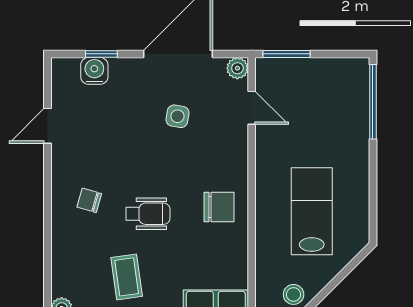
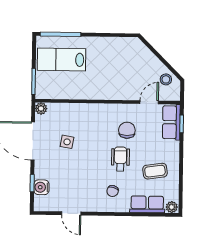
door: (252, 108) -> (149, 102), moved
chair: (219, 207) -> (127, 130), moved
lab bench: (312, 211) -> (61, 60), moved
row of seats: (66, 264) -> (147, 204), added

